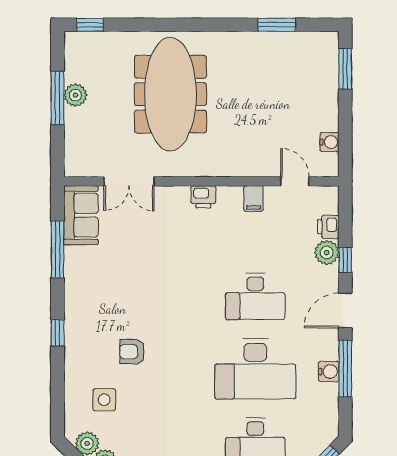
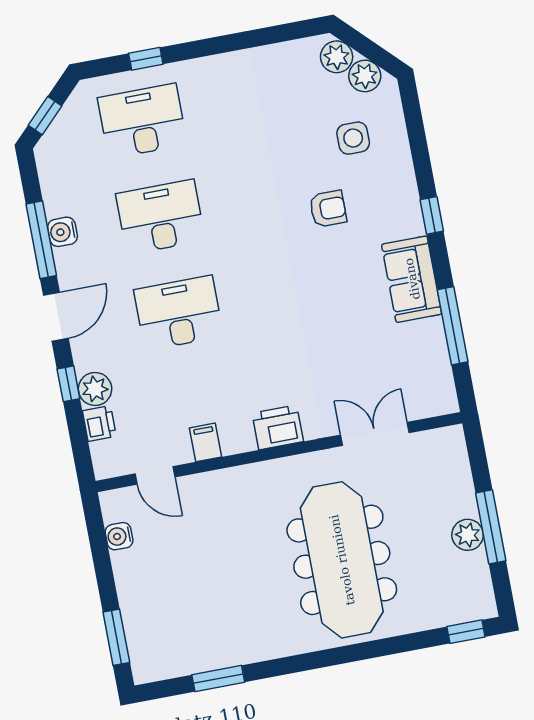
printer: (203, 197) -> (278, 427), width x1.36, depth x1.24
sofa: (81, 215) -> (412, 279), moved
desk: (255, 369) -> (160, 217), width x0.73, depth x0.77

